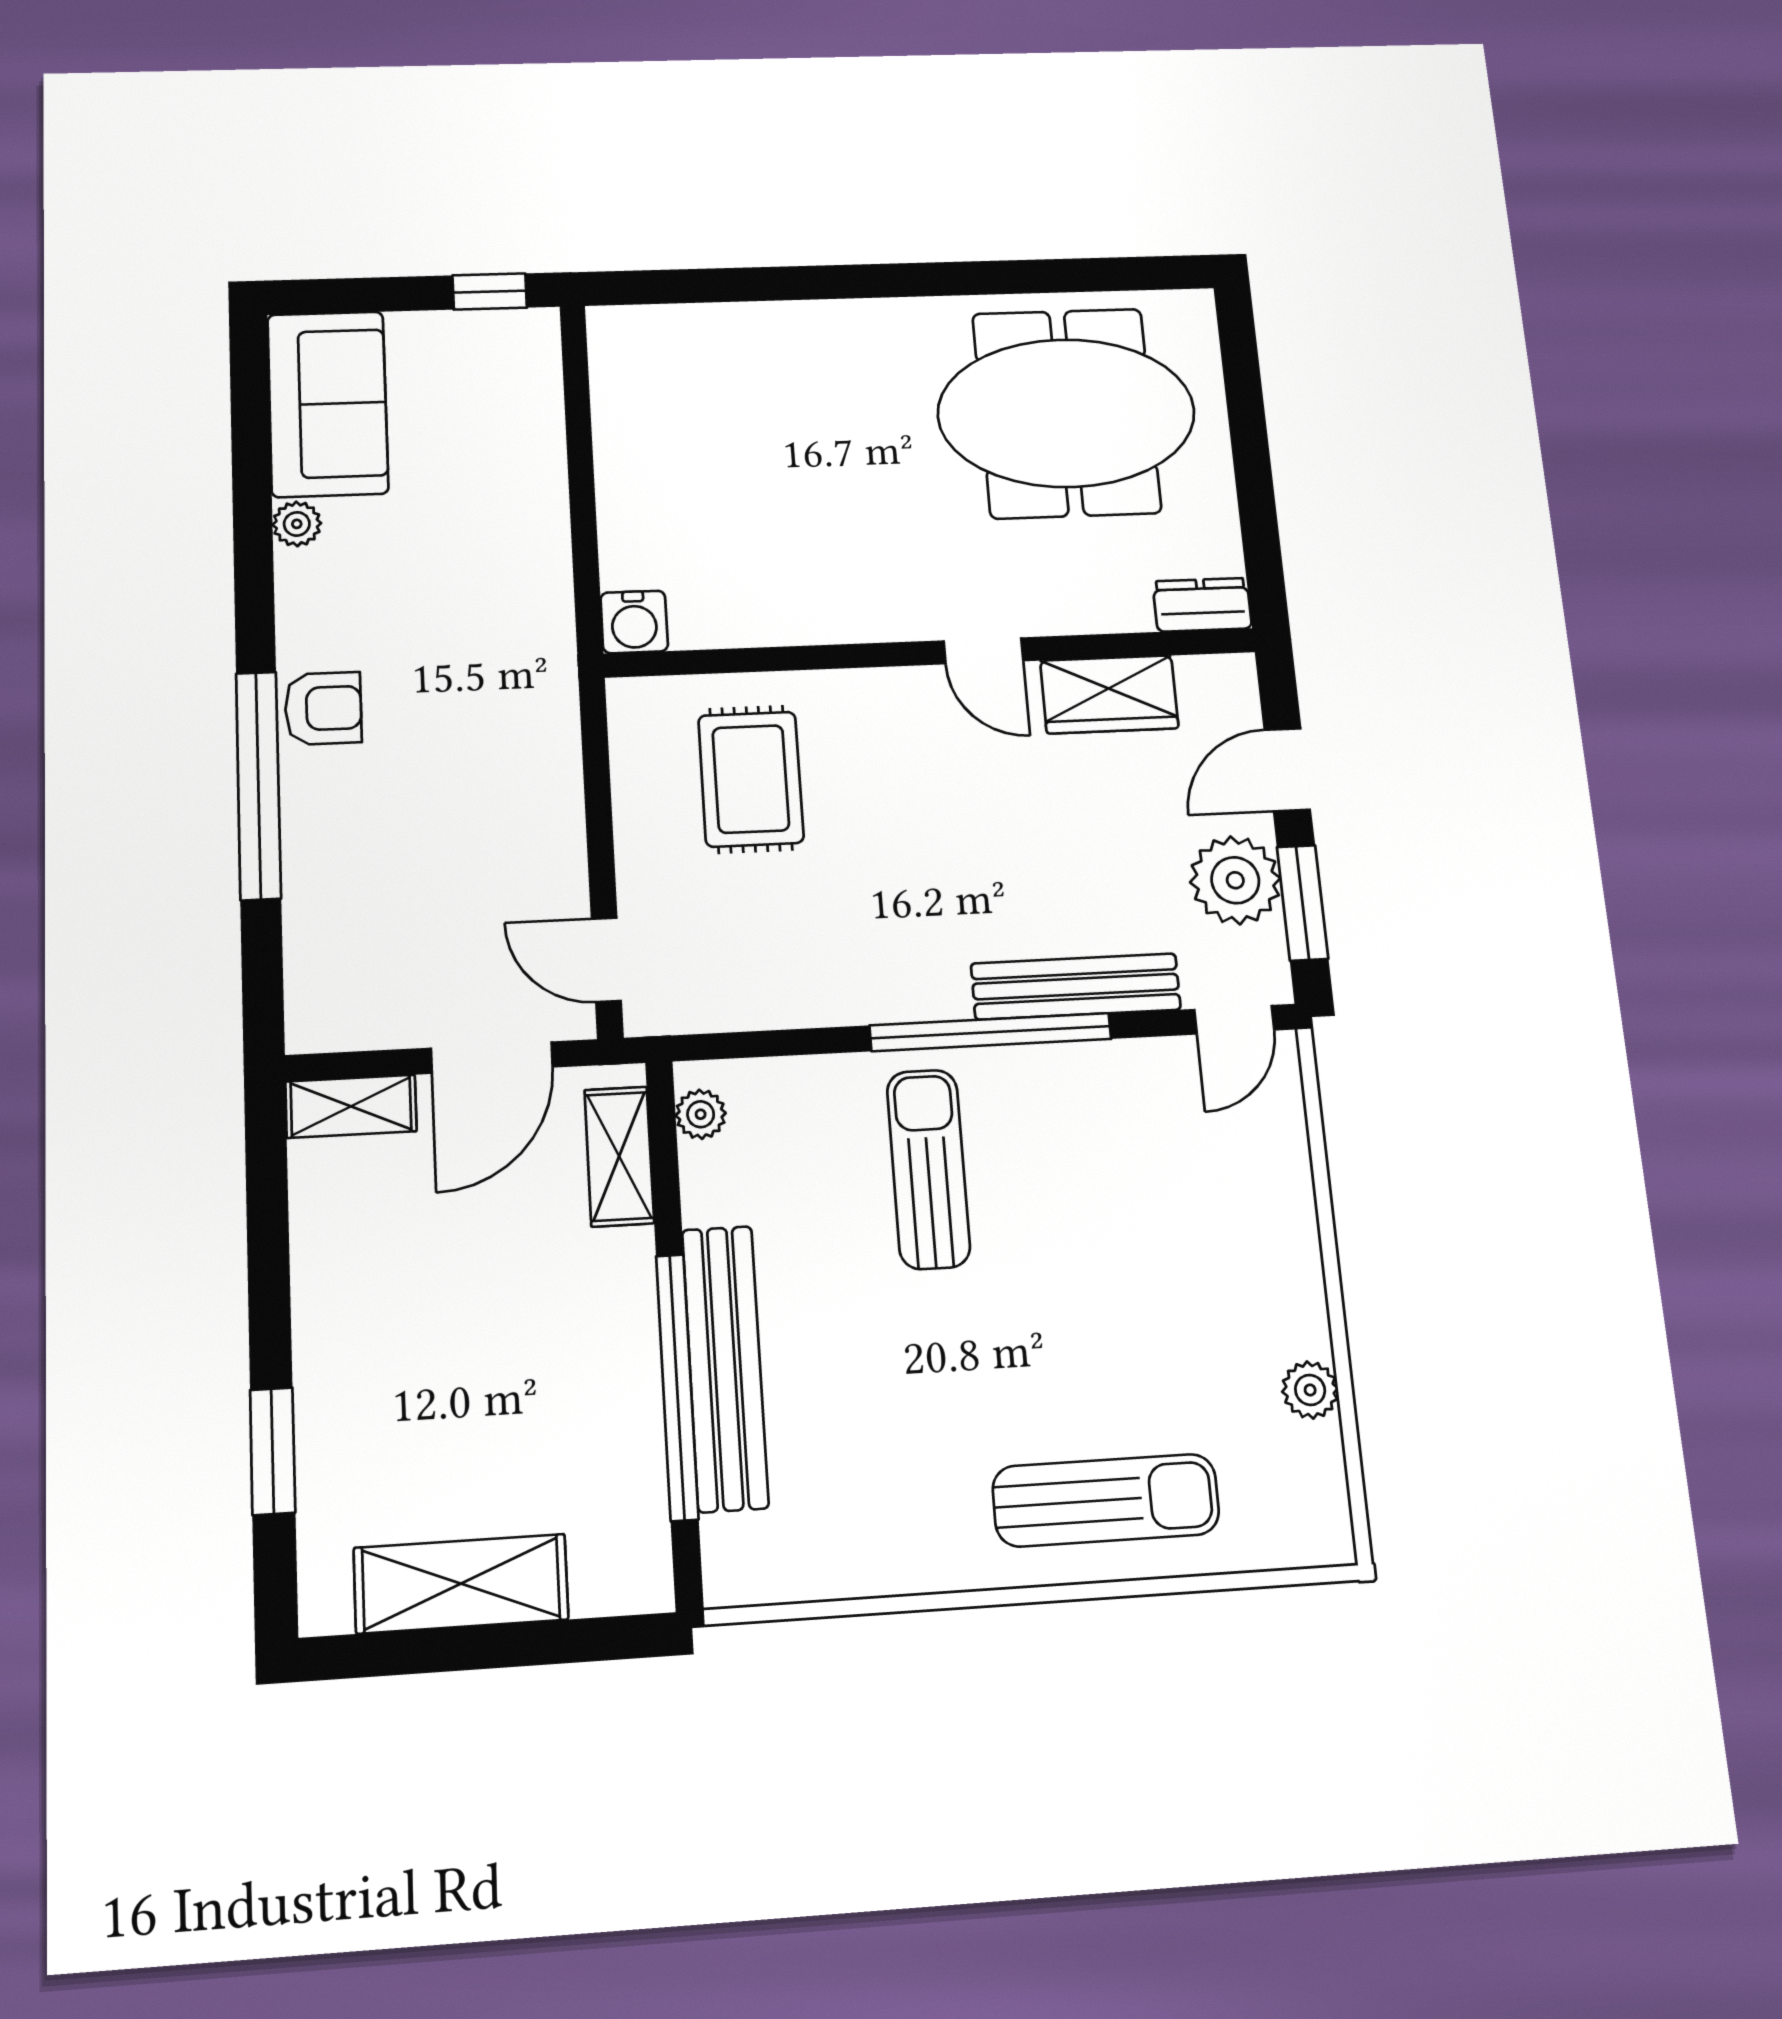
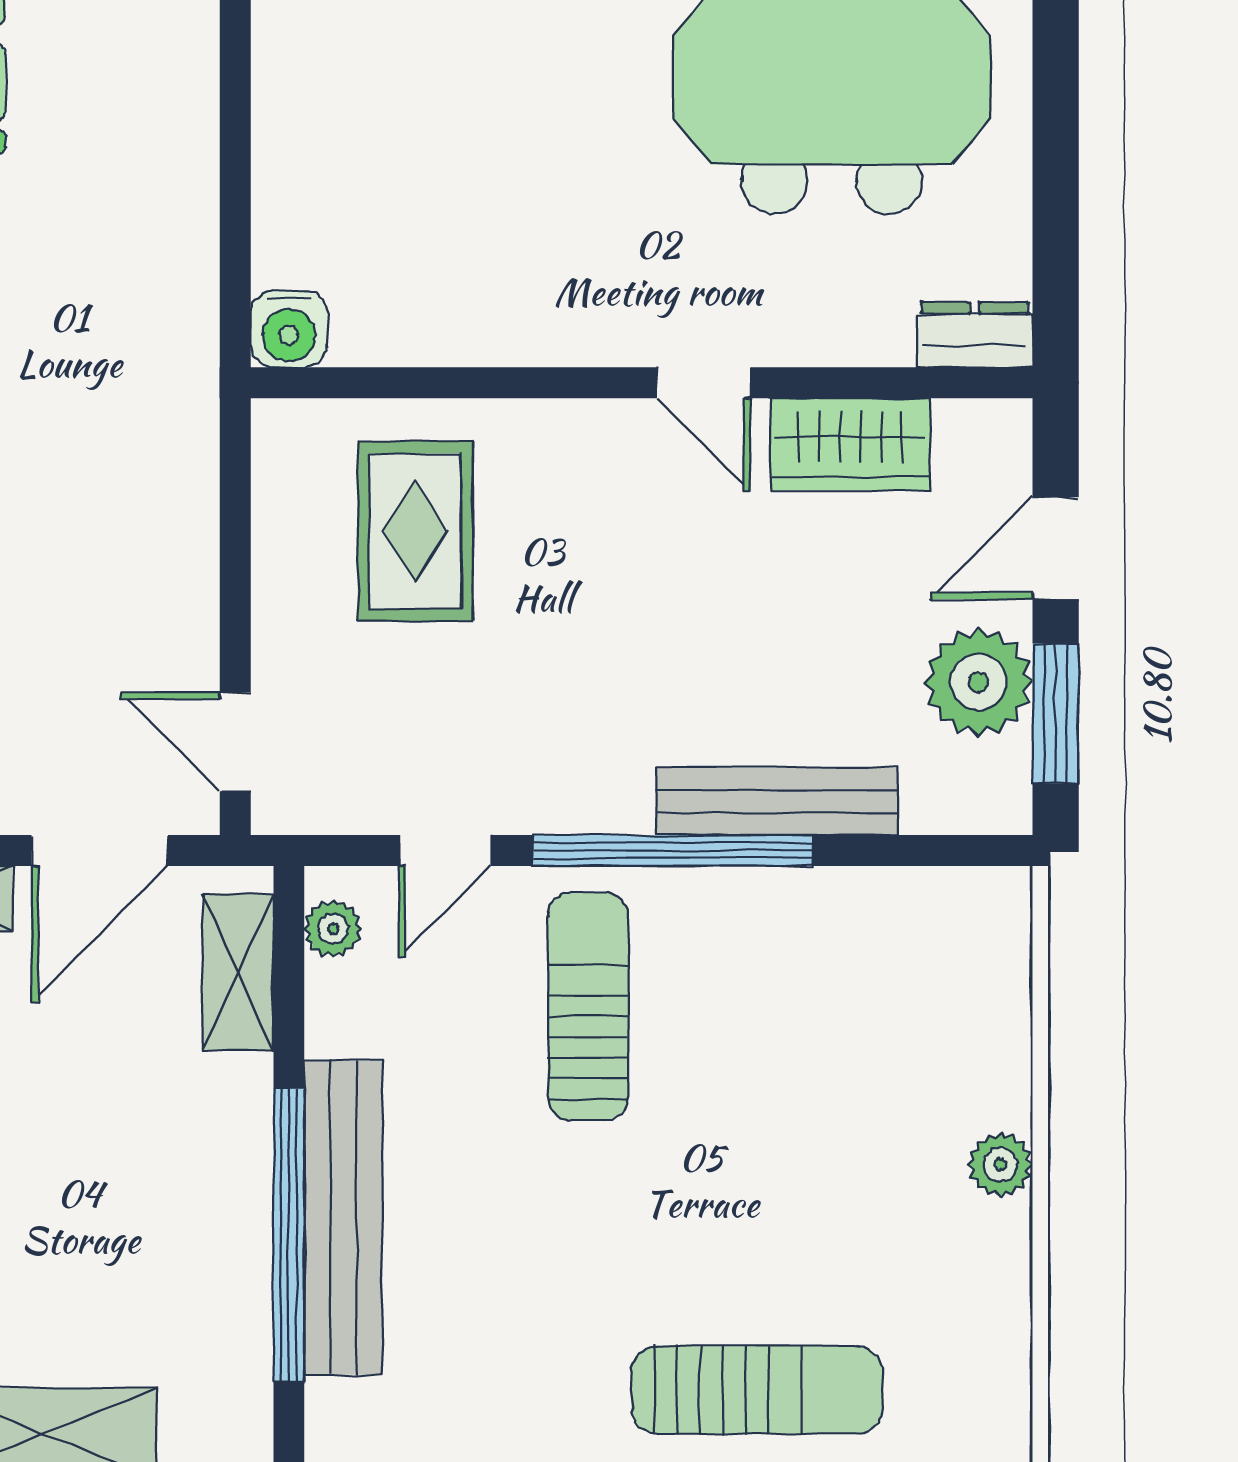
door: (1234, 1020) -> (445, 850), moved
plant: (1310, 1390) -> (1000, 1165), moved

